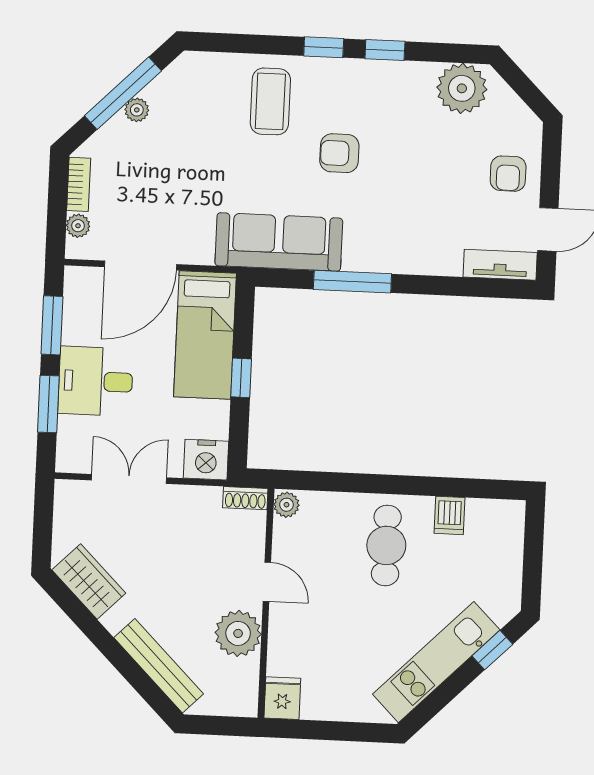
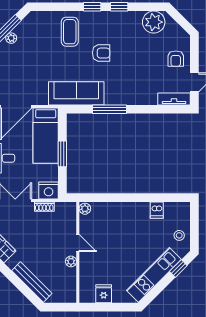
armchair: (339, 153) -> (101, 53), turned 180
window: (241, 378) -> (62, 154), width x1.50
shoe rack: (245, 498) -> (44, 207), moved
cafe table: (386, 545) -> (130, 225), removed
stool: (498, 575) -> (179, 235), added
plant: (238, 633) -> (71, 261), width x0.53, depth x0.53
fridge: (282, 698) -> (104, 294), moved

